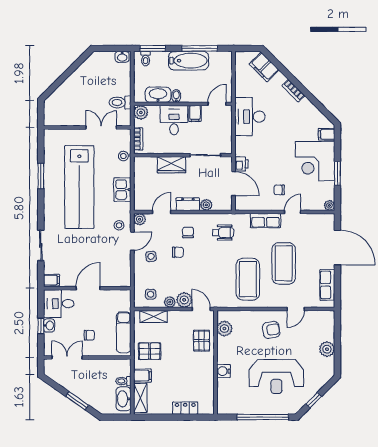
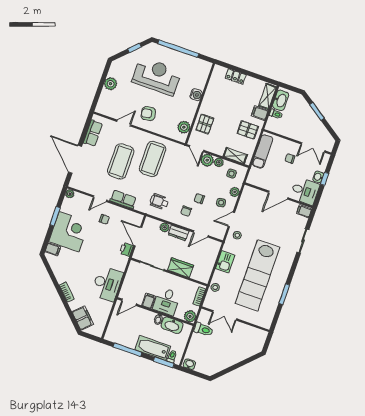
bathtub: (189, 61) -> (153, 348), moved
lab bench: (79, 187) -> (258, 275), turned 180
plant: (140, 219) -> (235, 192), moved

